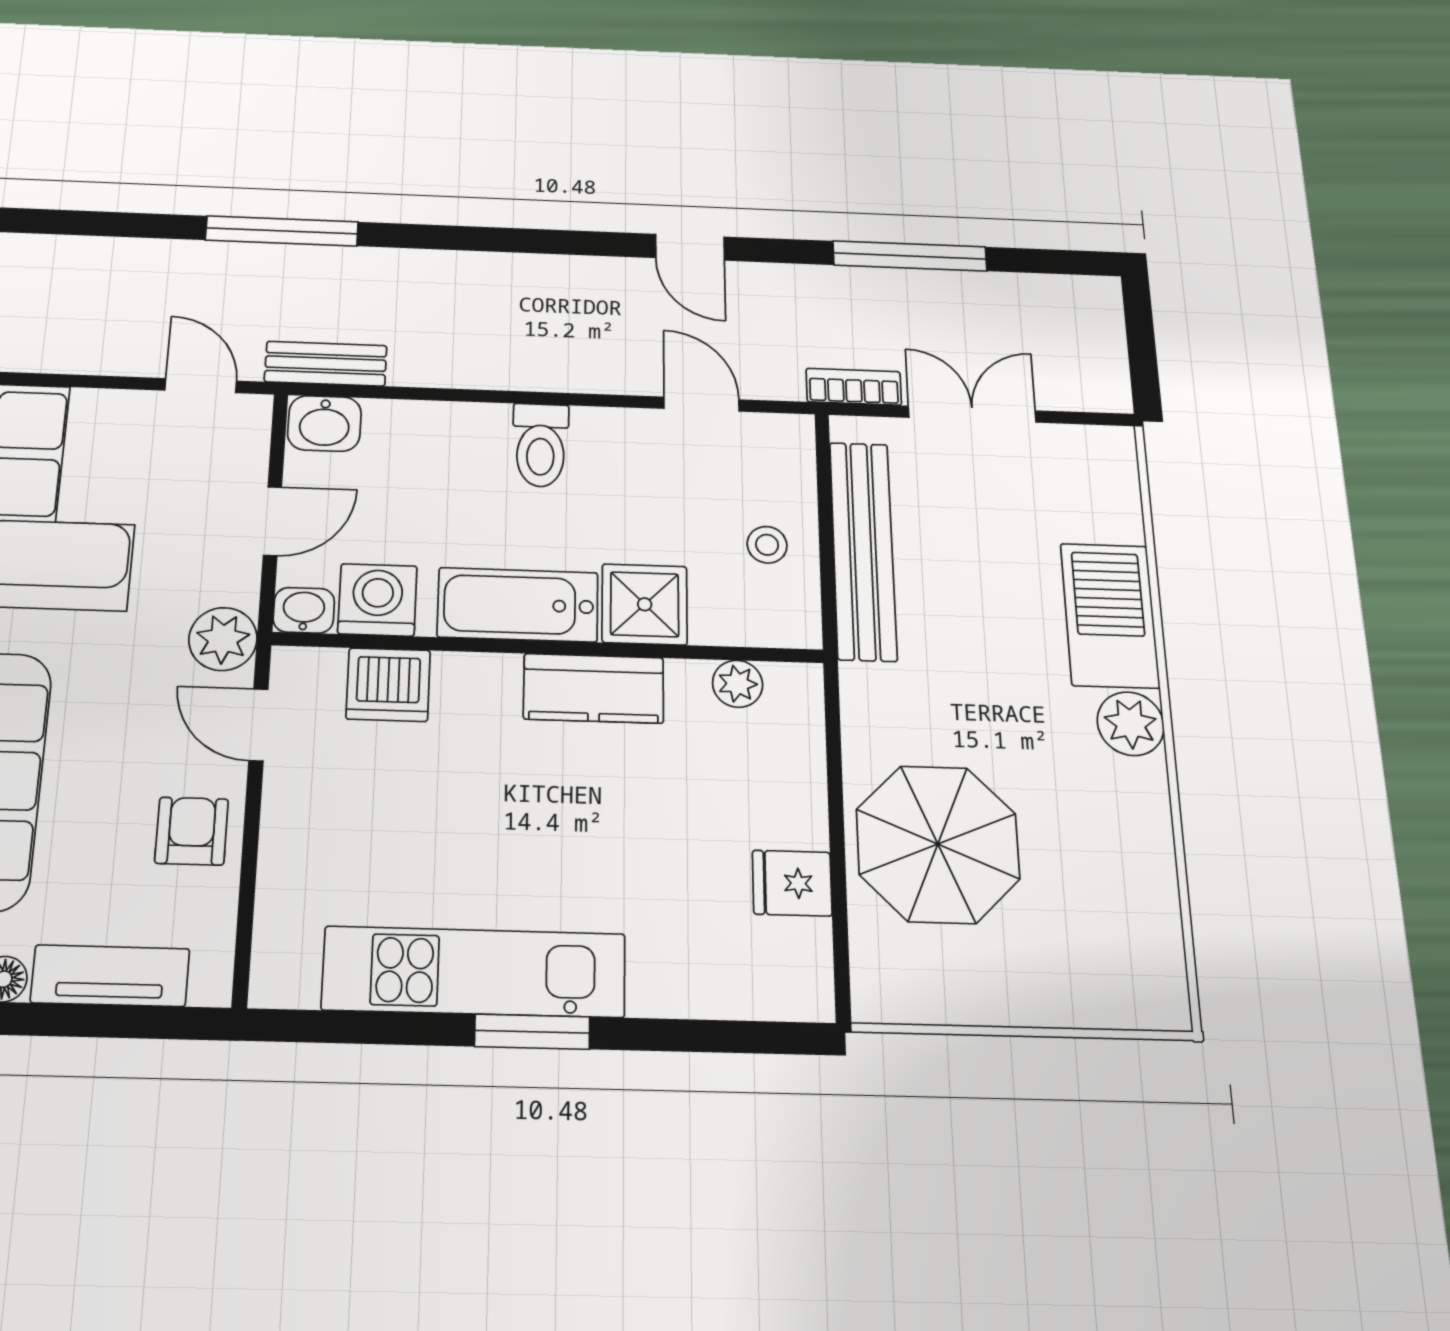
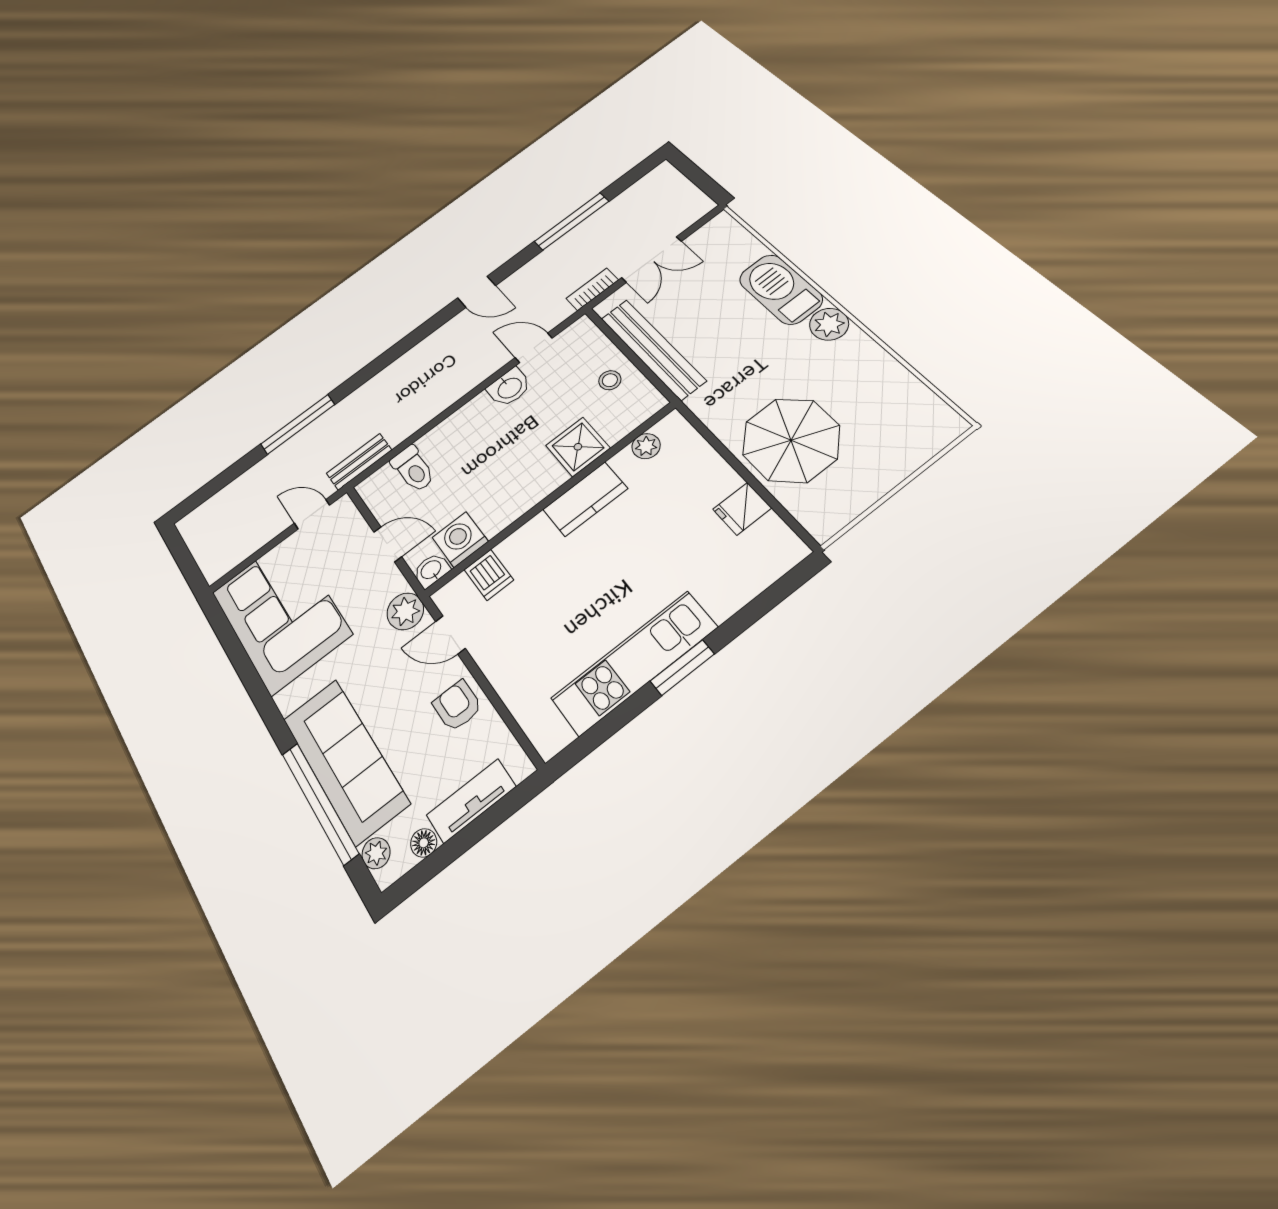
double door: (972, 414) -> (651, 259), swing flipped
washbasin: (324, 423) -> (509, 387), moved
toilet: (541, 445) -> (413, 469), moved
door: (272, 521) -> (388, 544), hinge flipped
bathtub: (518, 605) -> (523, 492), removed
dishwasher: (388, 685) -> (489, 575), width x0.73

